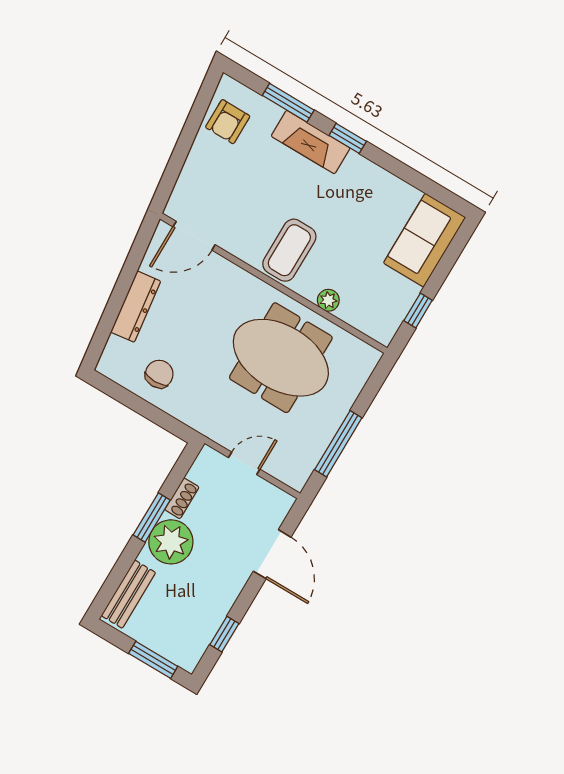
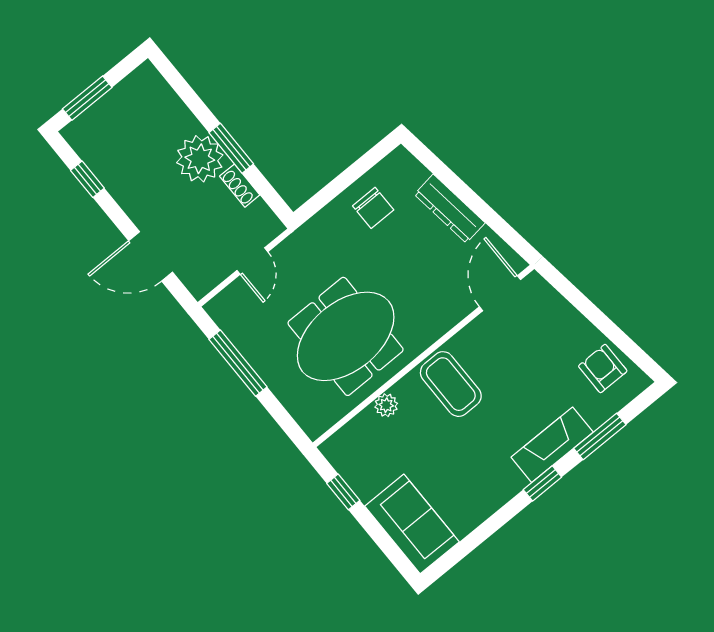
bench: (128, 594) -> (163, 97), removed

